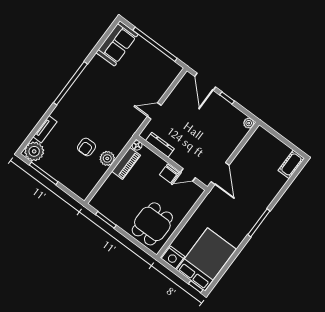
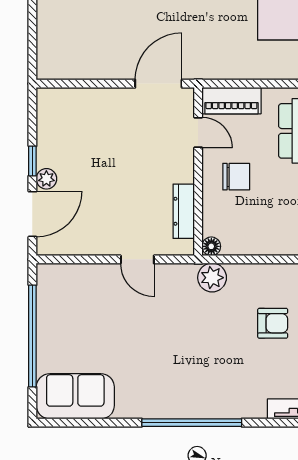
plant: (249, 123) -> (46, 179), moved
plant: (107, 158) -> (212, 278), moved
piano: (126, 163) -> (231, 101), moved, turned 180
chair: (169, 173) -> (236, 177), moved

